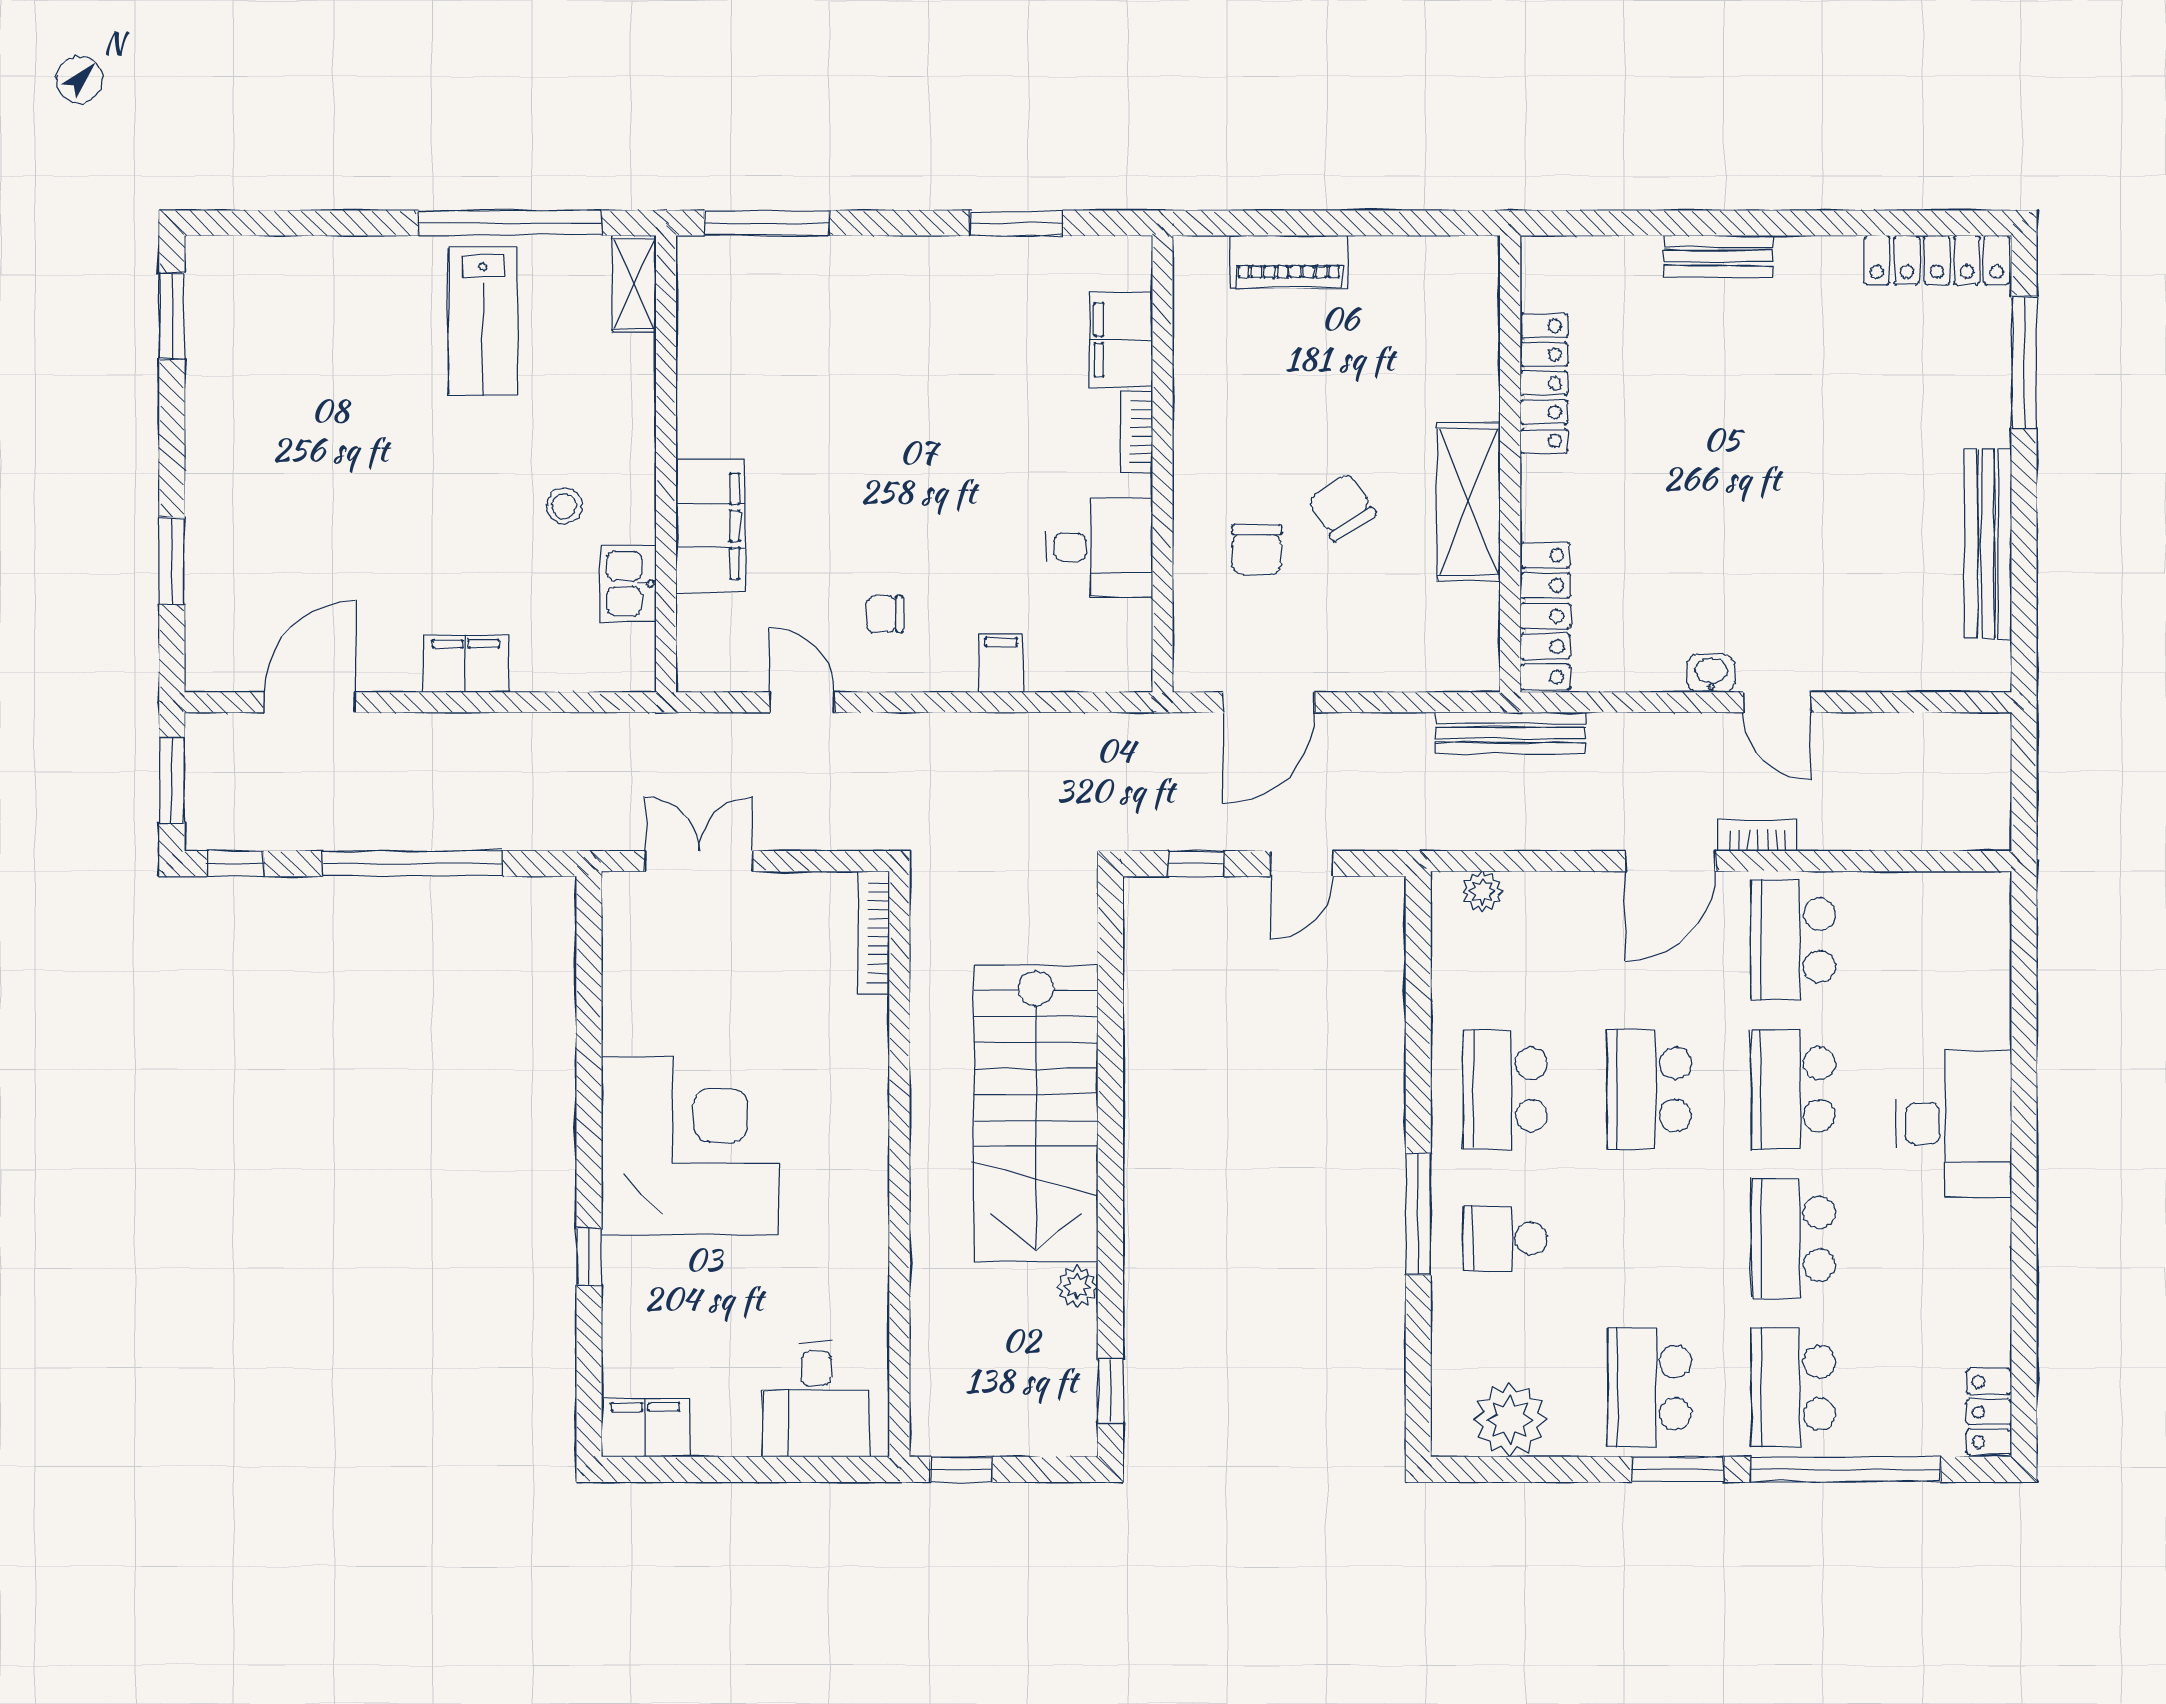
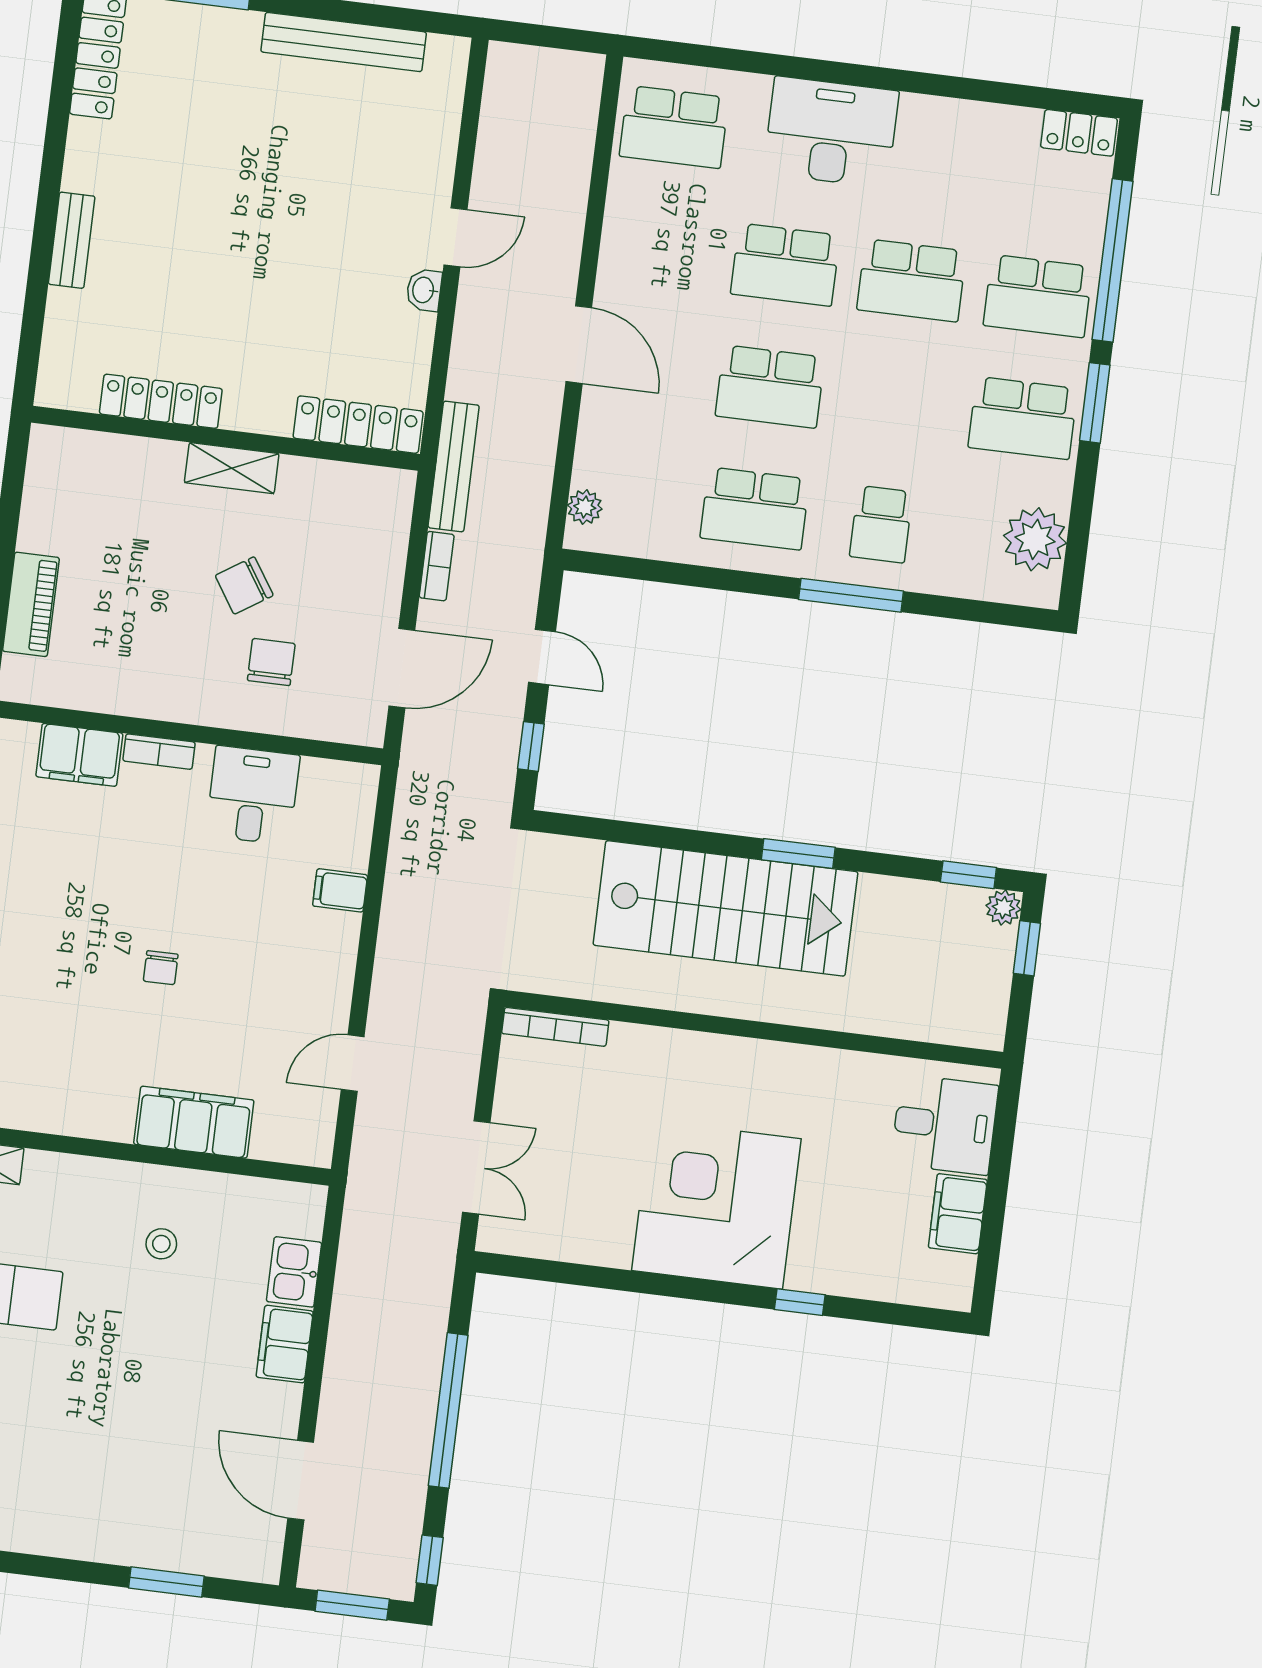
shelving: (1468, 502) -> (232, 468), width x0.67, depth x0.75
chair: (1257, 549) -> (271, 662), turned -90
kitchen sink: (628, 583) -> (294, 1272), moved, turned 90
chair: (885, 614) -> (161, 968), moved
door: (1269, 702) -> (402, 668), hinge flipped
bookcase: (1758, 835) -> (437, 566), moved, turned 180
double door: (699, 861) -> (476, 1167), swing flipped
school desk: (1793, 940) -> (674, 127), moved
window: (1110, 1190) -> (798, 853), added
plant: (1077, 1287) -> (1003, 908), moved
filing cabinet: (646, 1428) -> (958, 1214), moved
window: (961, 1469) -> (1027, 948), moved

